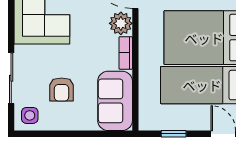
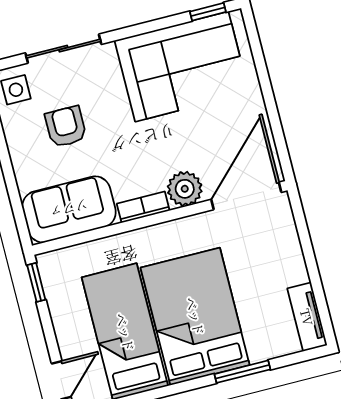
armchair: (62, 89) -> (66, 127), turned 90
window: (174, 134) -> (36, 282), moved

